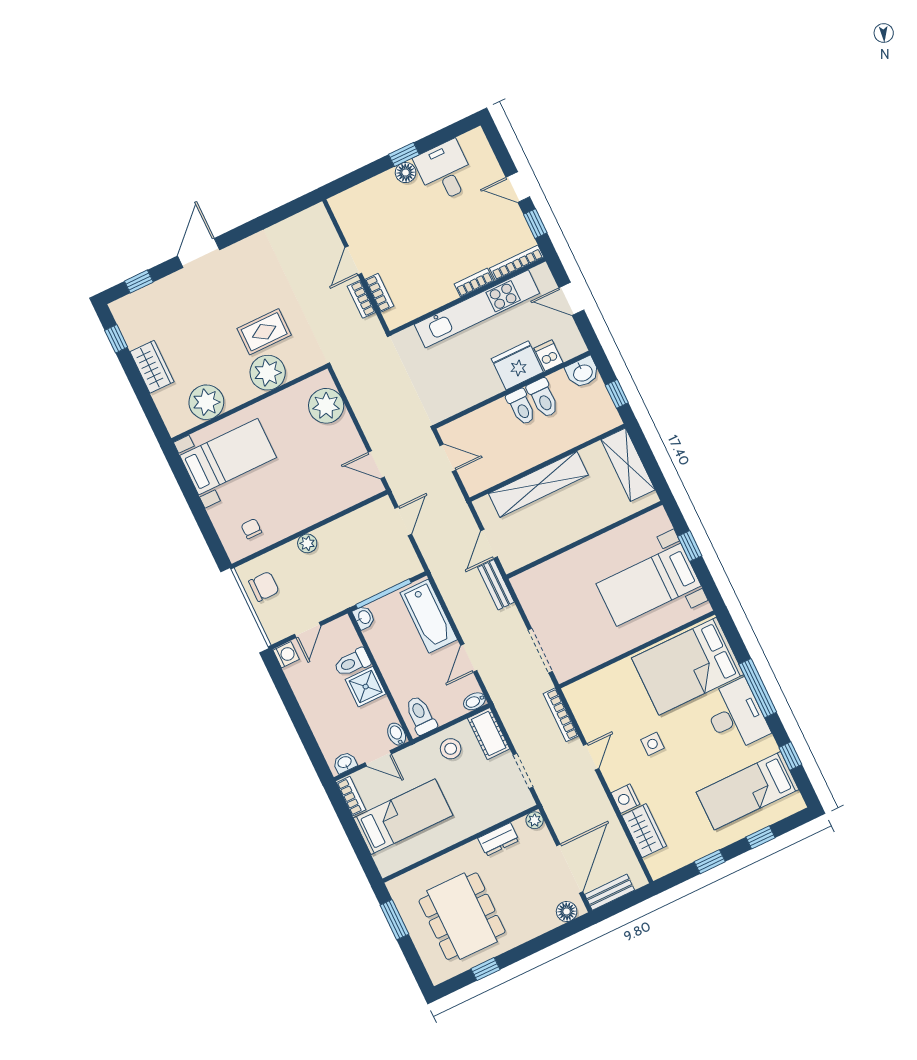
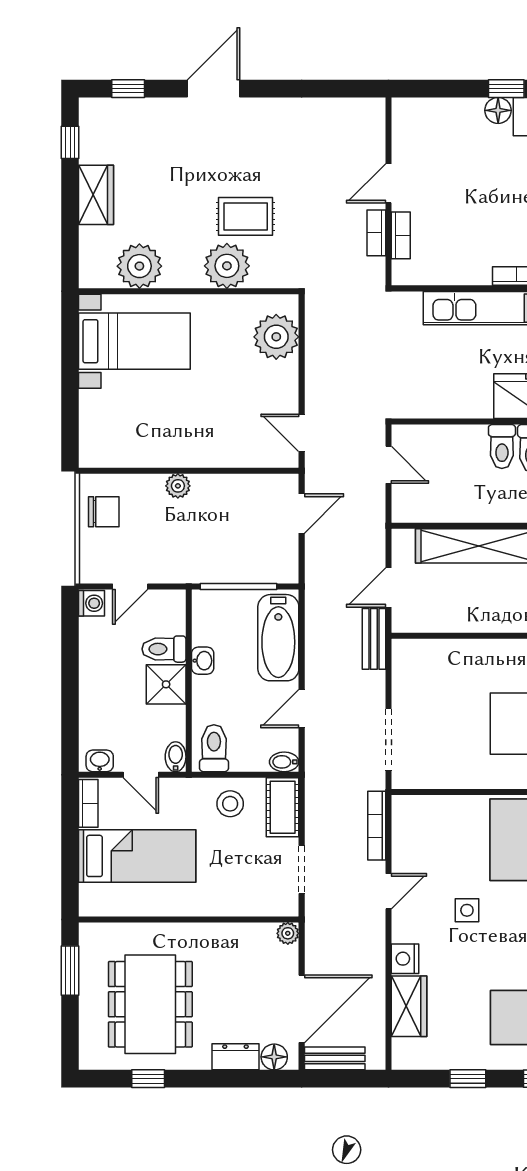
chair: (251, 529) -> (121, 438), removed
washbasin: (364, 617) -> (203, 661), moved
dresser: (499, 839) -> (235, 1057), moved, turned 180

